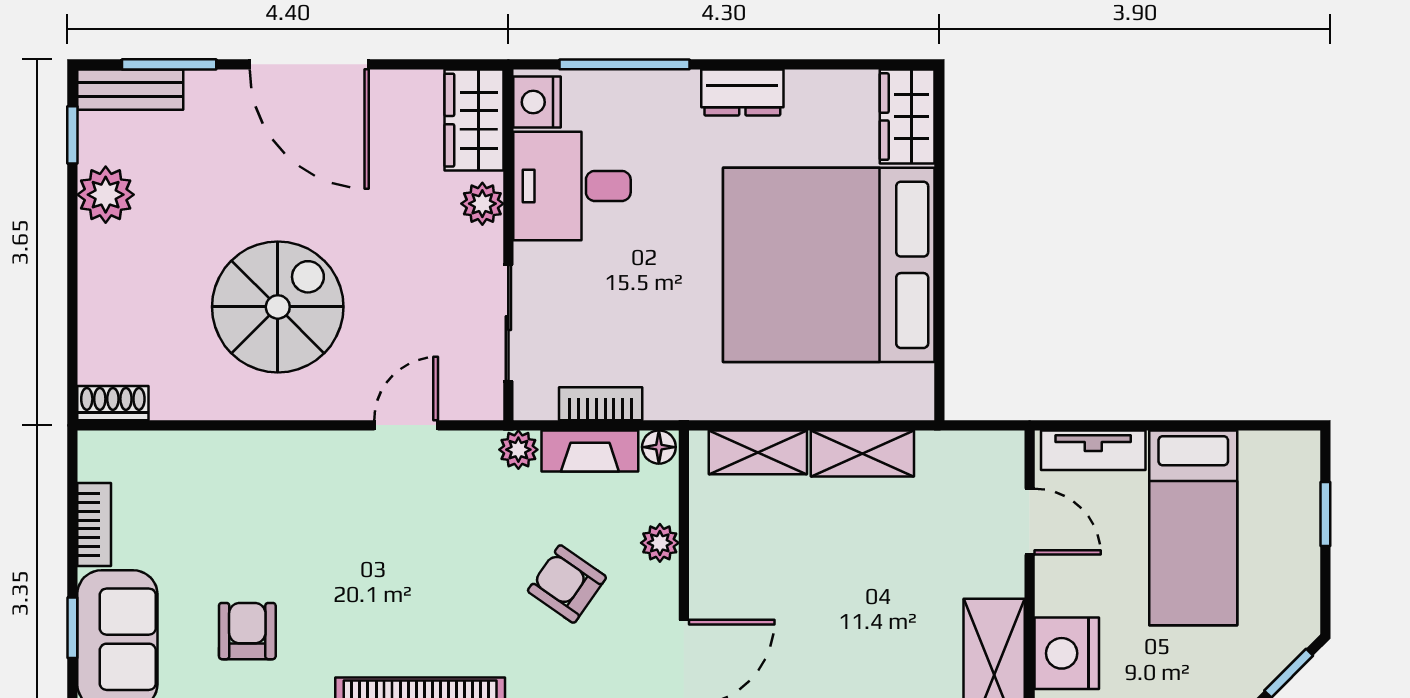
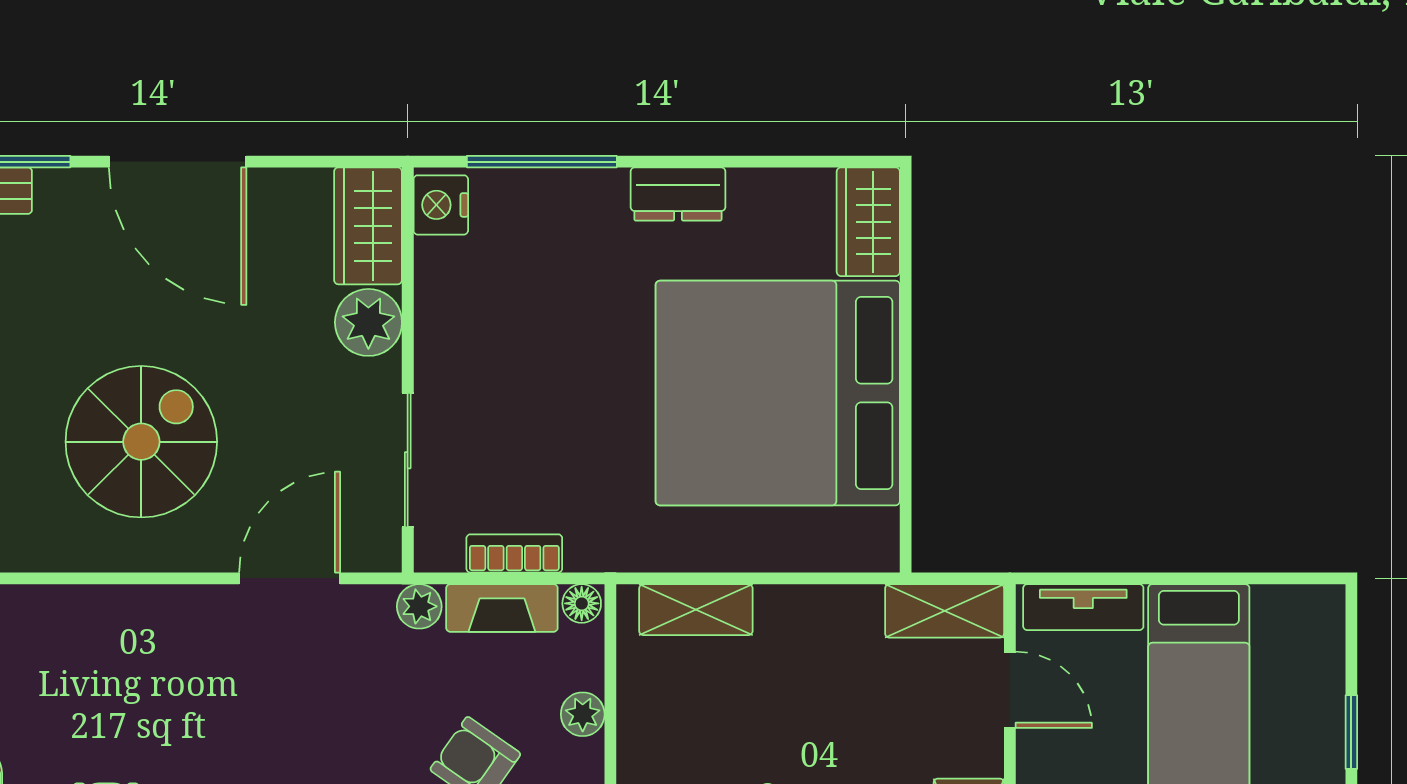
desk: (572, 186) -> (481, 302), removed
plant: (482, 204) -> (368, 322), width x1.38, depth x1.38
door: (406, 425) -> (290, 578), width x1.38
shelving: (862, 453) -> (945, 611), moved
window: (1325, 514) -> (1351, 732), moved

